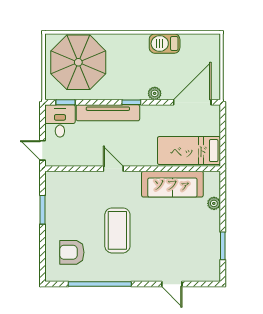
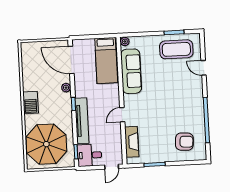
barbecue: (165, 44) -> (31, 103), moved
fireplace: (75, 180) -> (132, 142), added
plant: (214, 203) -> (125, 41), moved
coffee table: (117, 230) -> (176, 49), moved
armchair: (72, 252) -> (184, 142), turned -86
door: (172, 284) -> (204, 68), swing flipped

